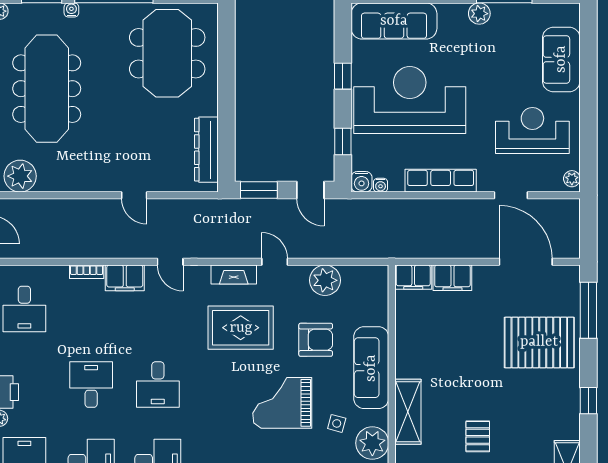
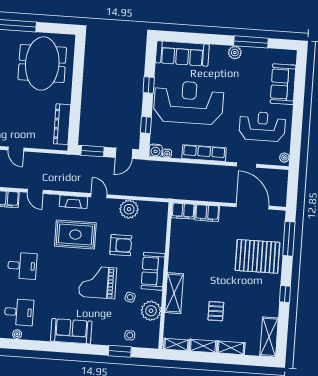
door: (310, 190) -> (124, 153), hinge flipped
sofa: (371, 368) -> (153, 271), width x0.73
desk: (158, 385) -> (22, 266), turned -90

